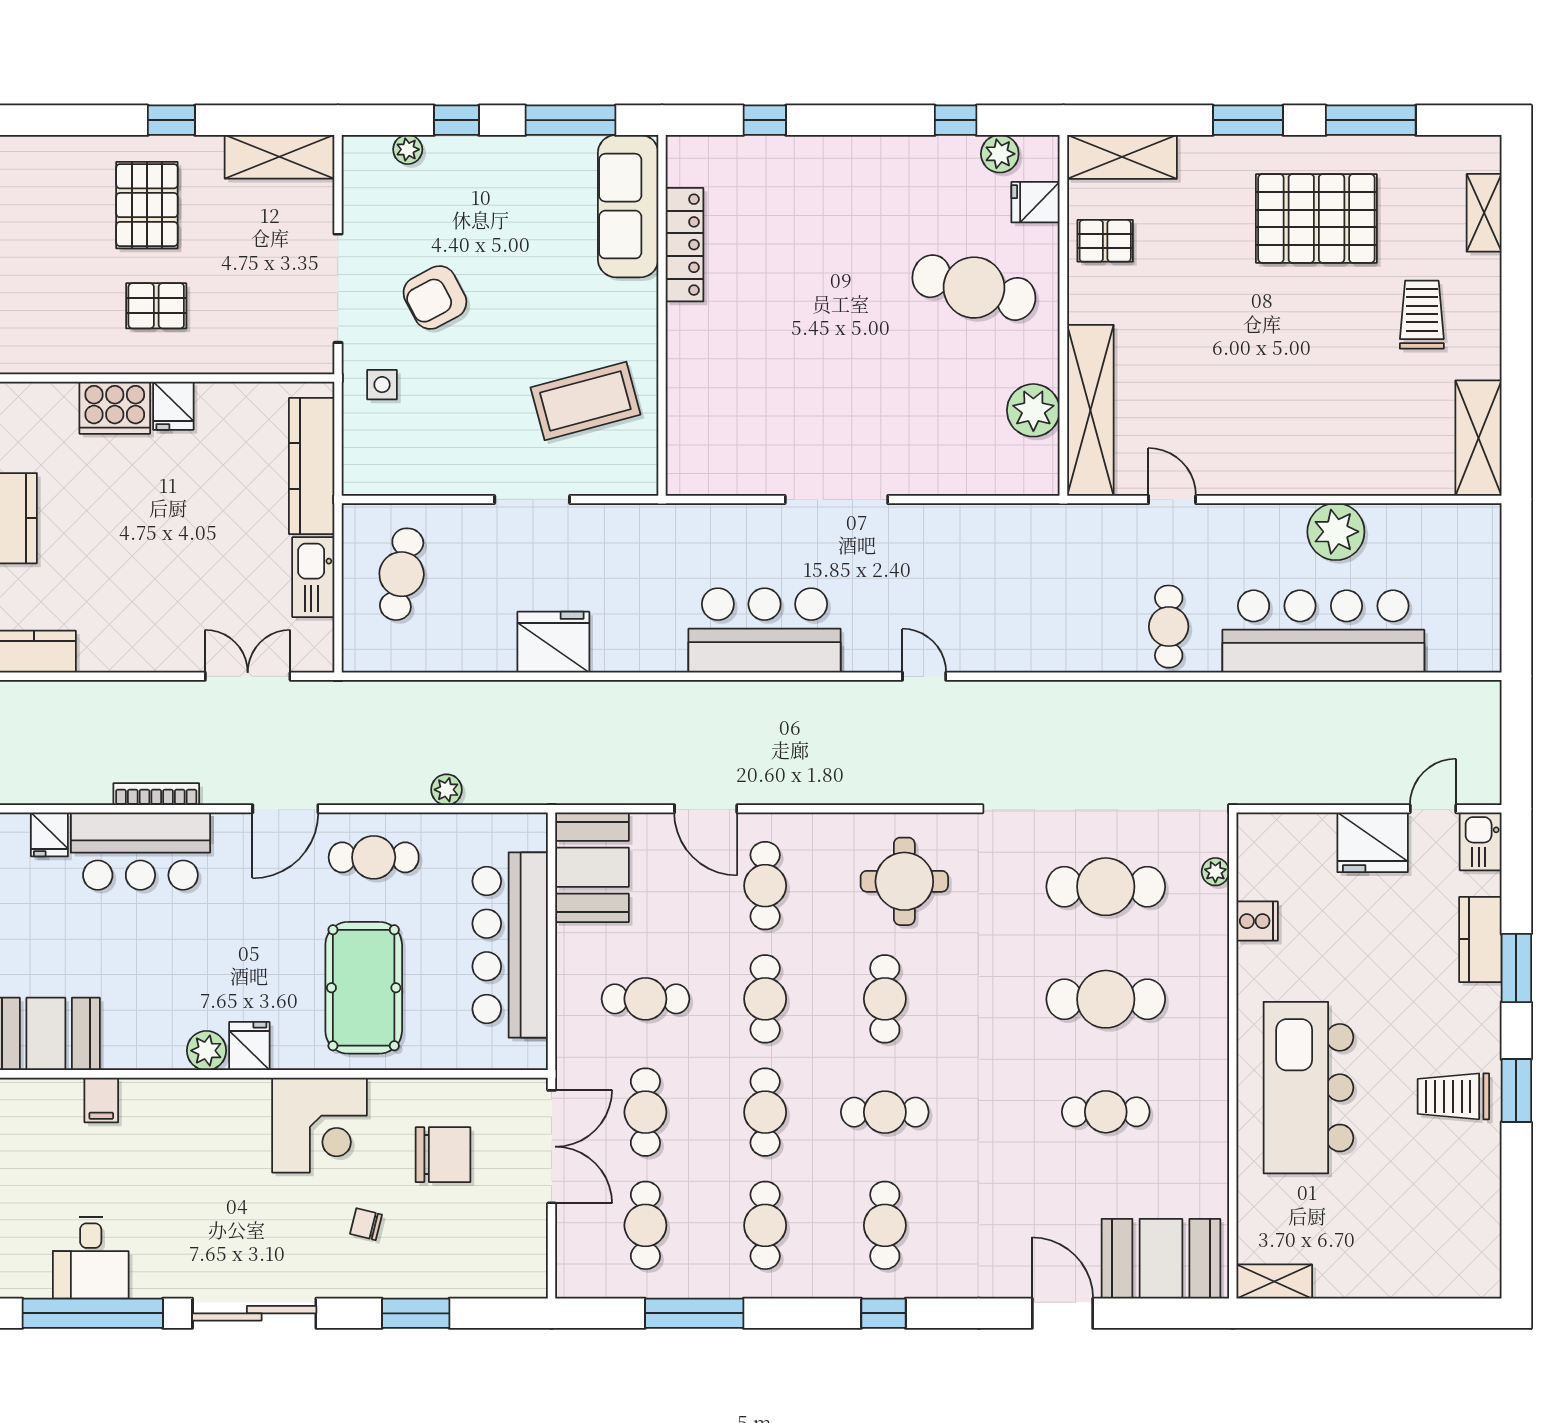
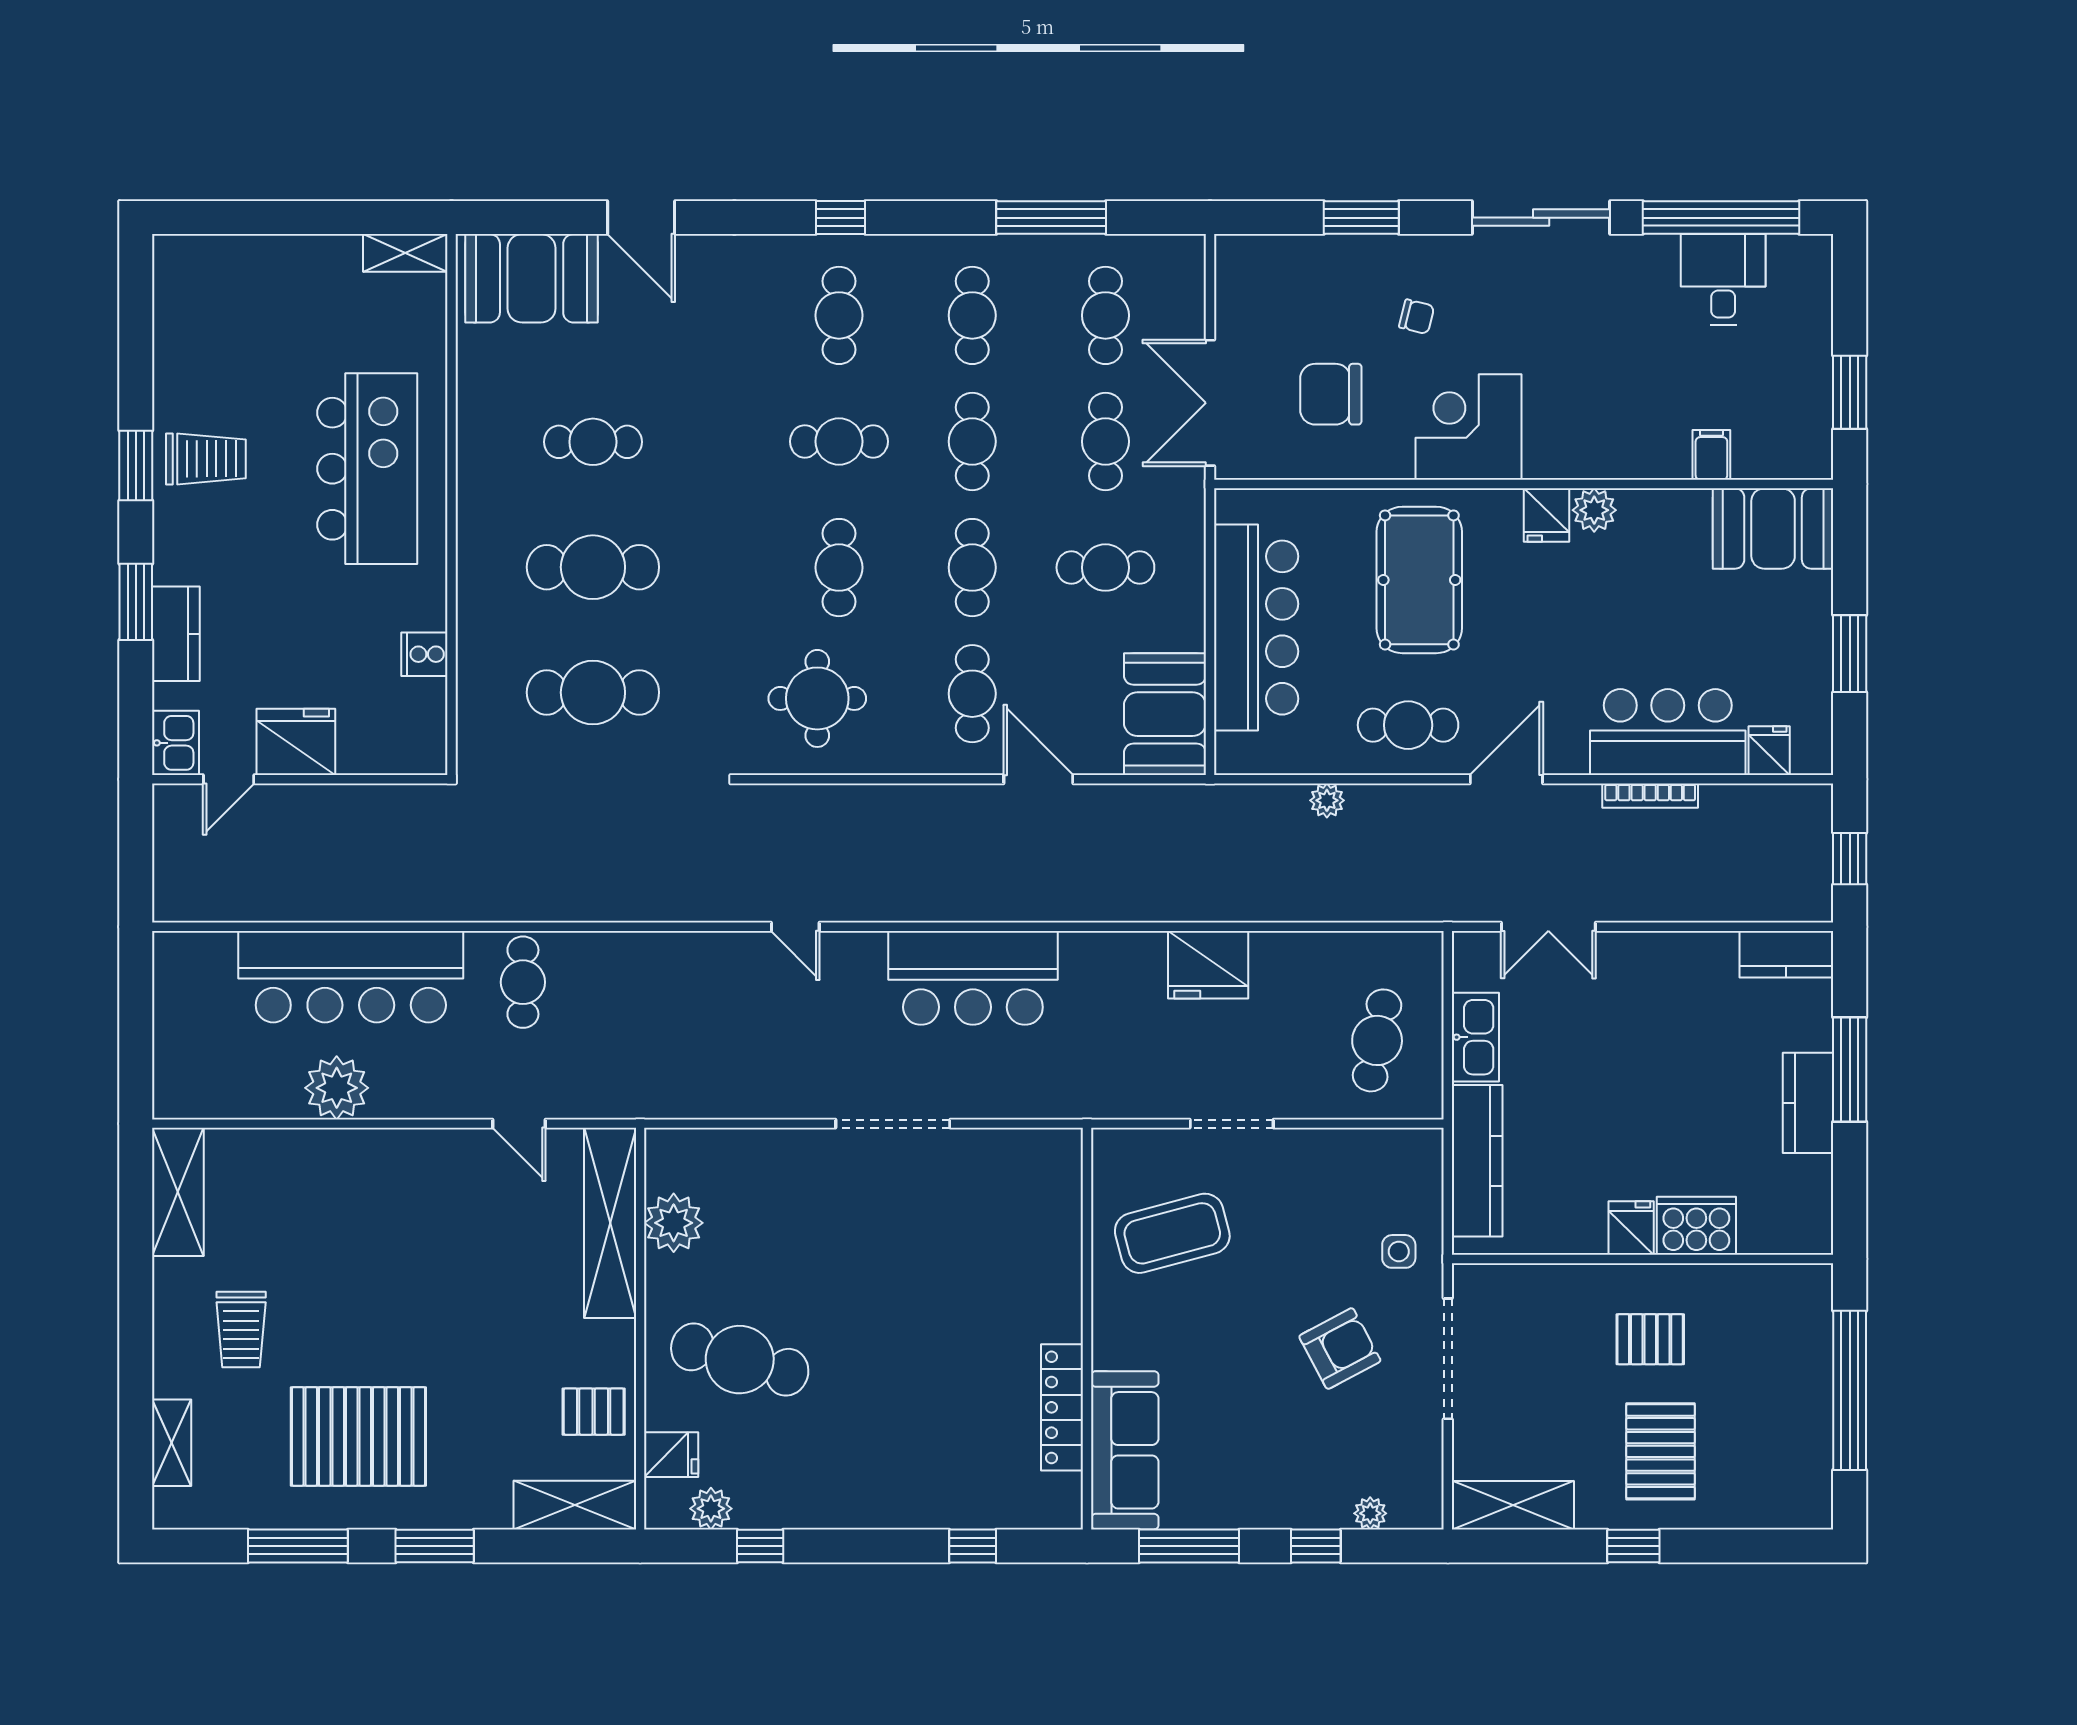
plant: (1215, 872) -> (471, 709), removed

